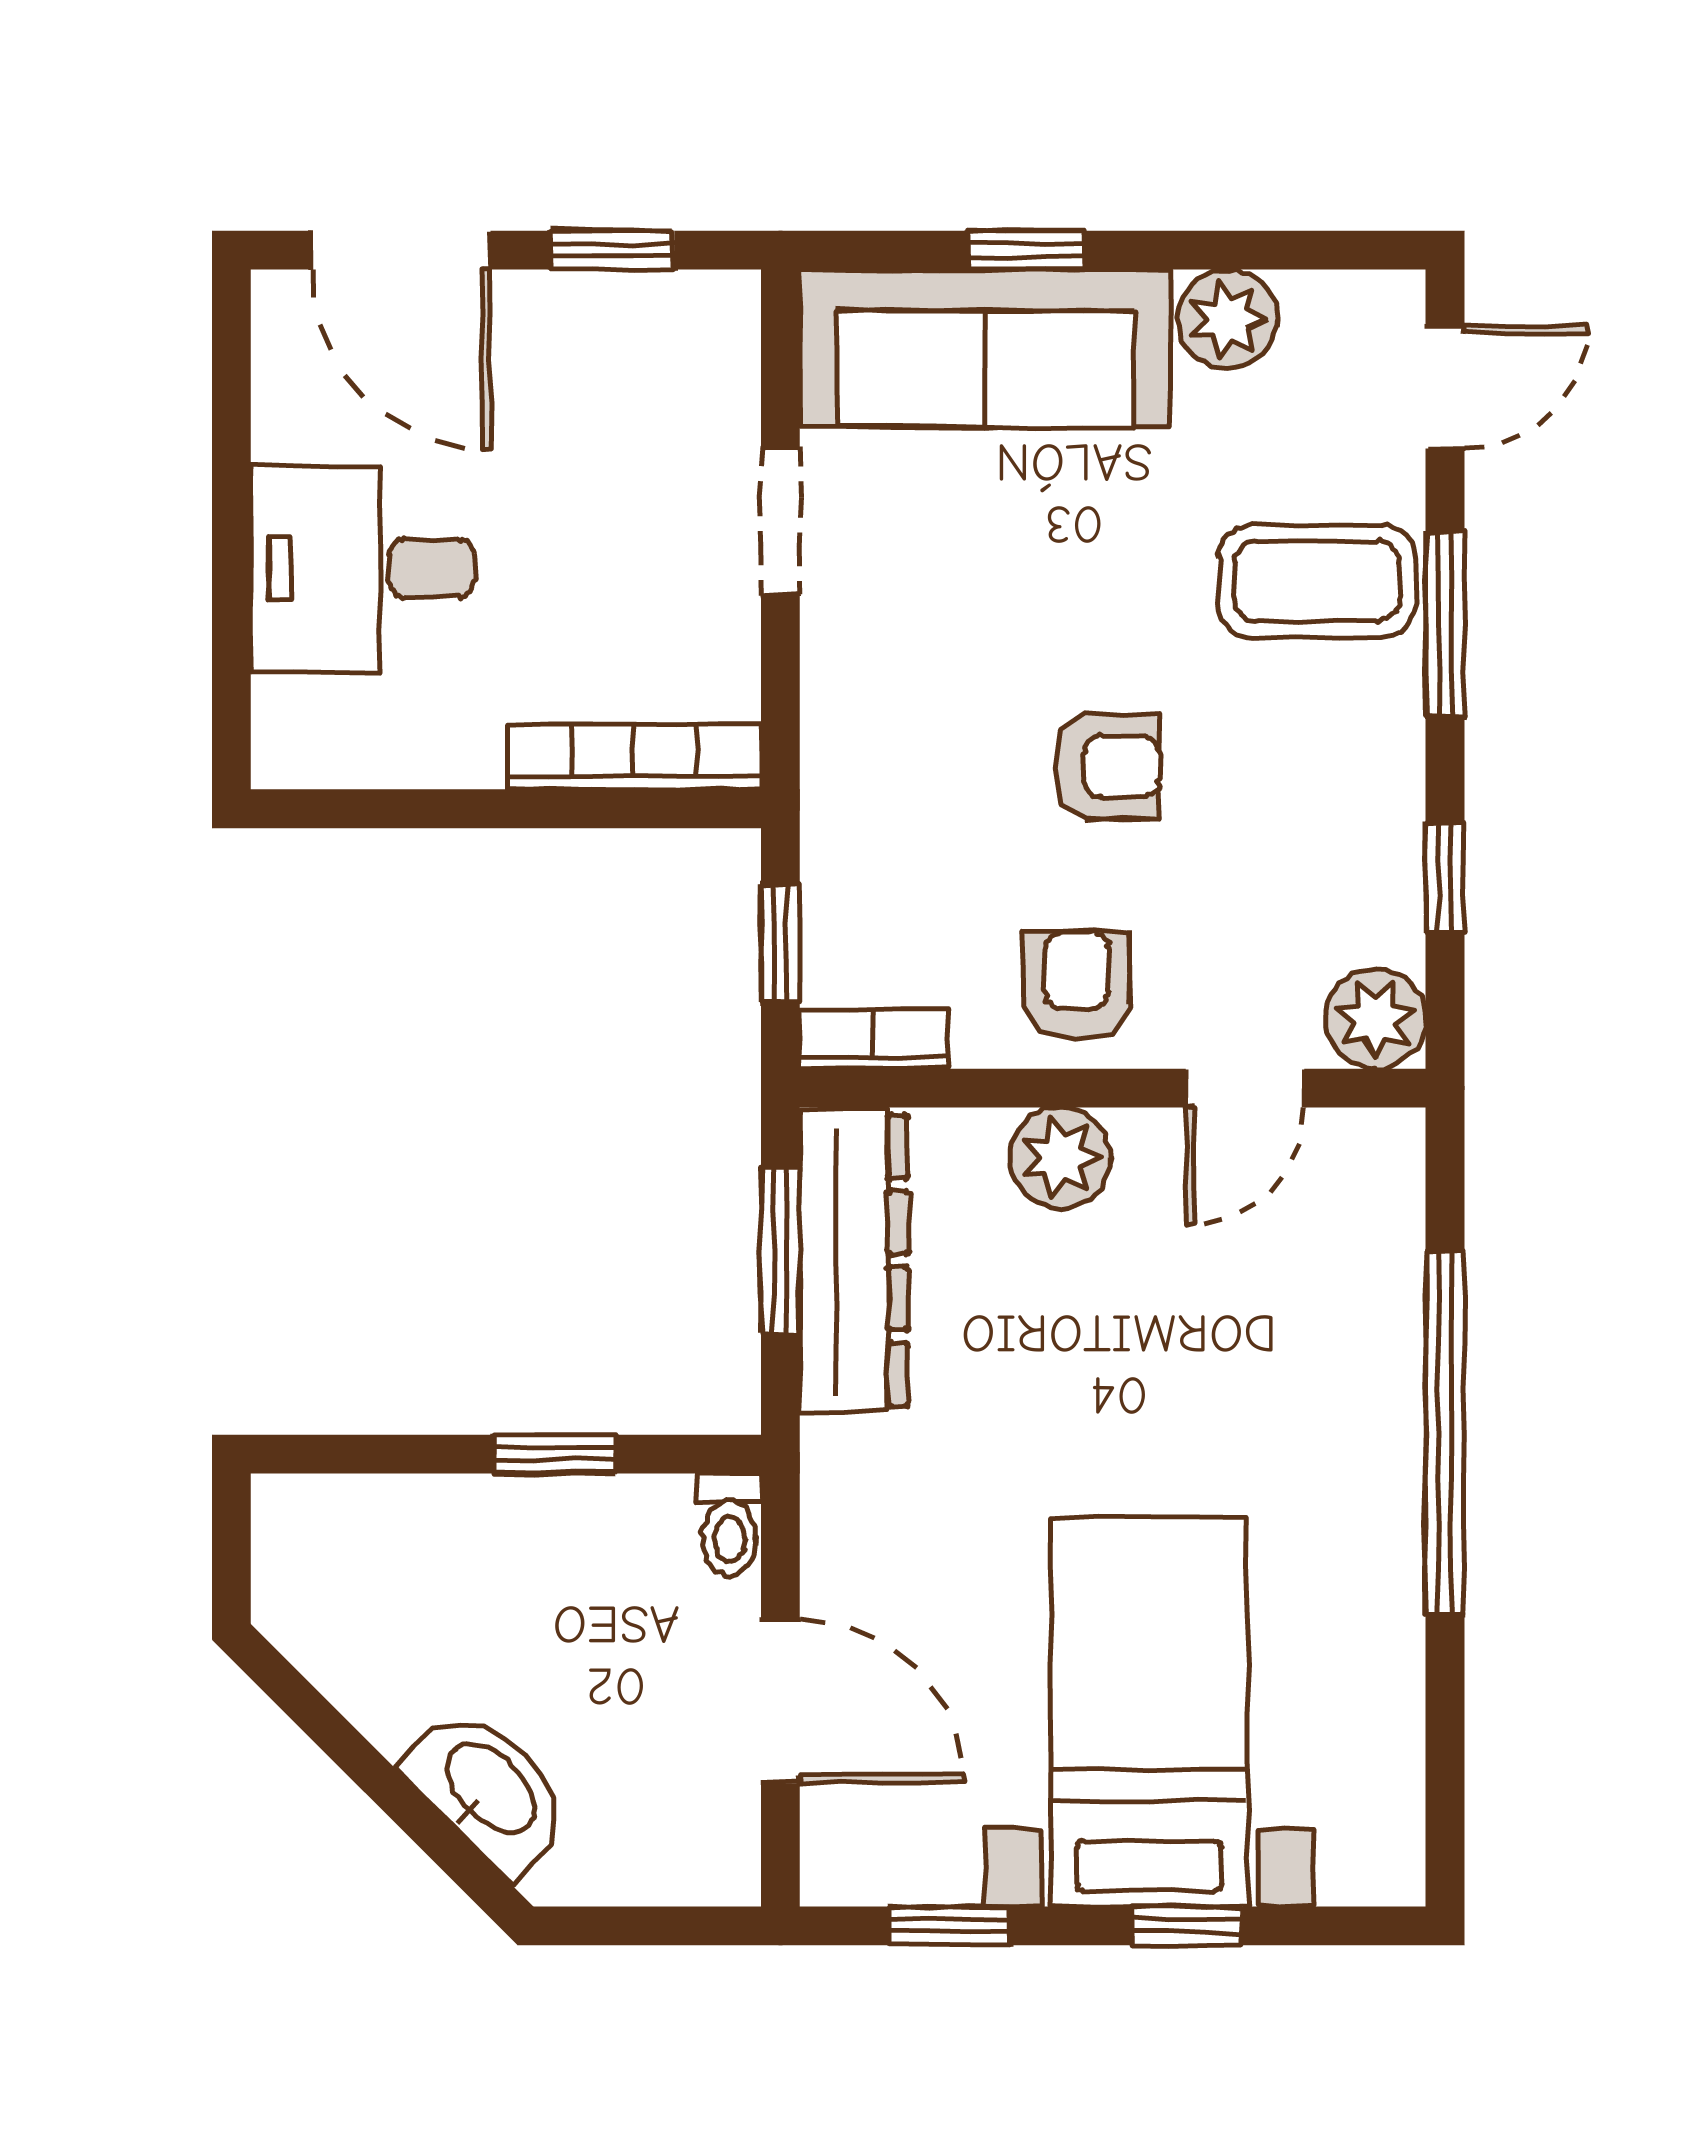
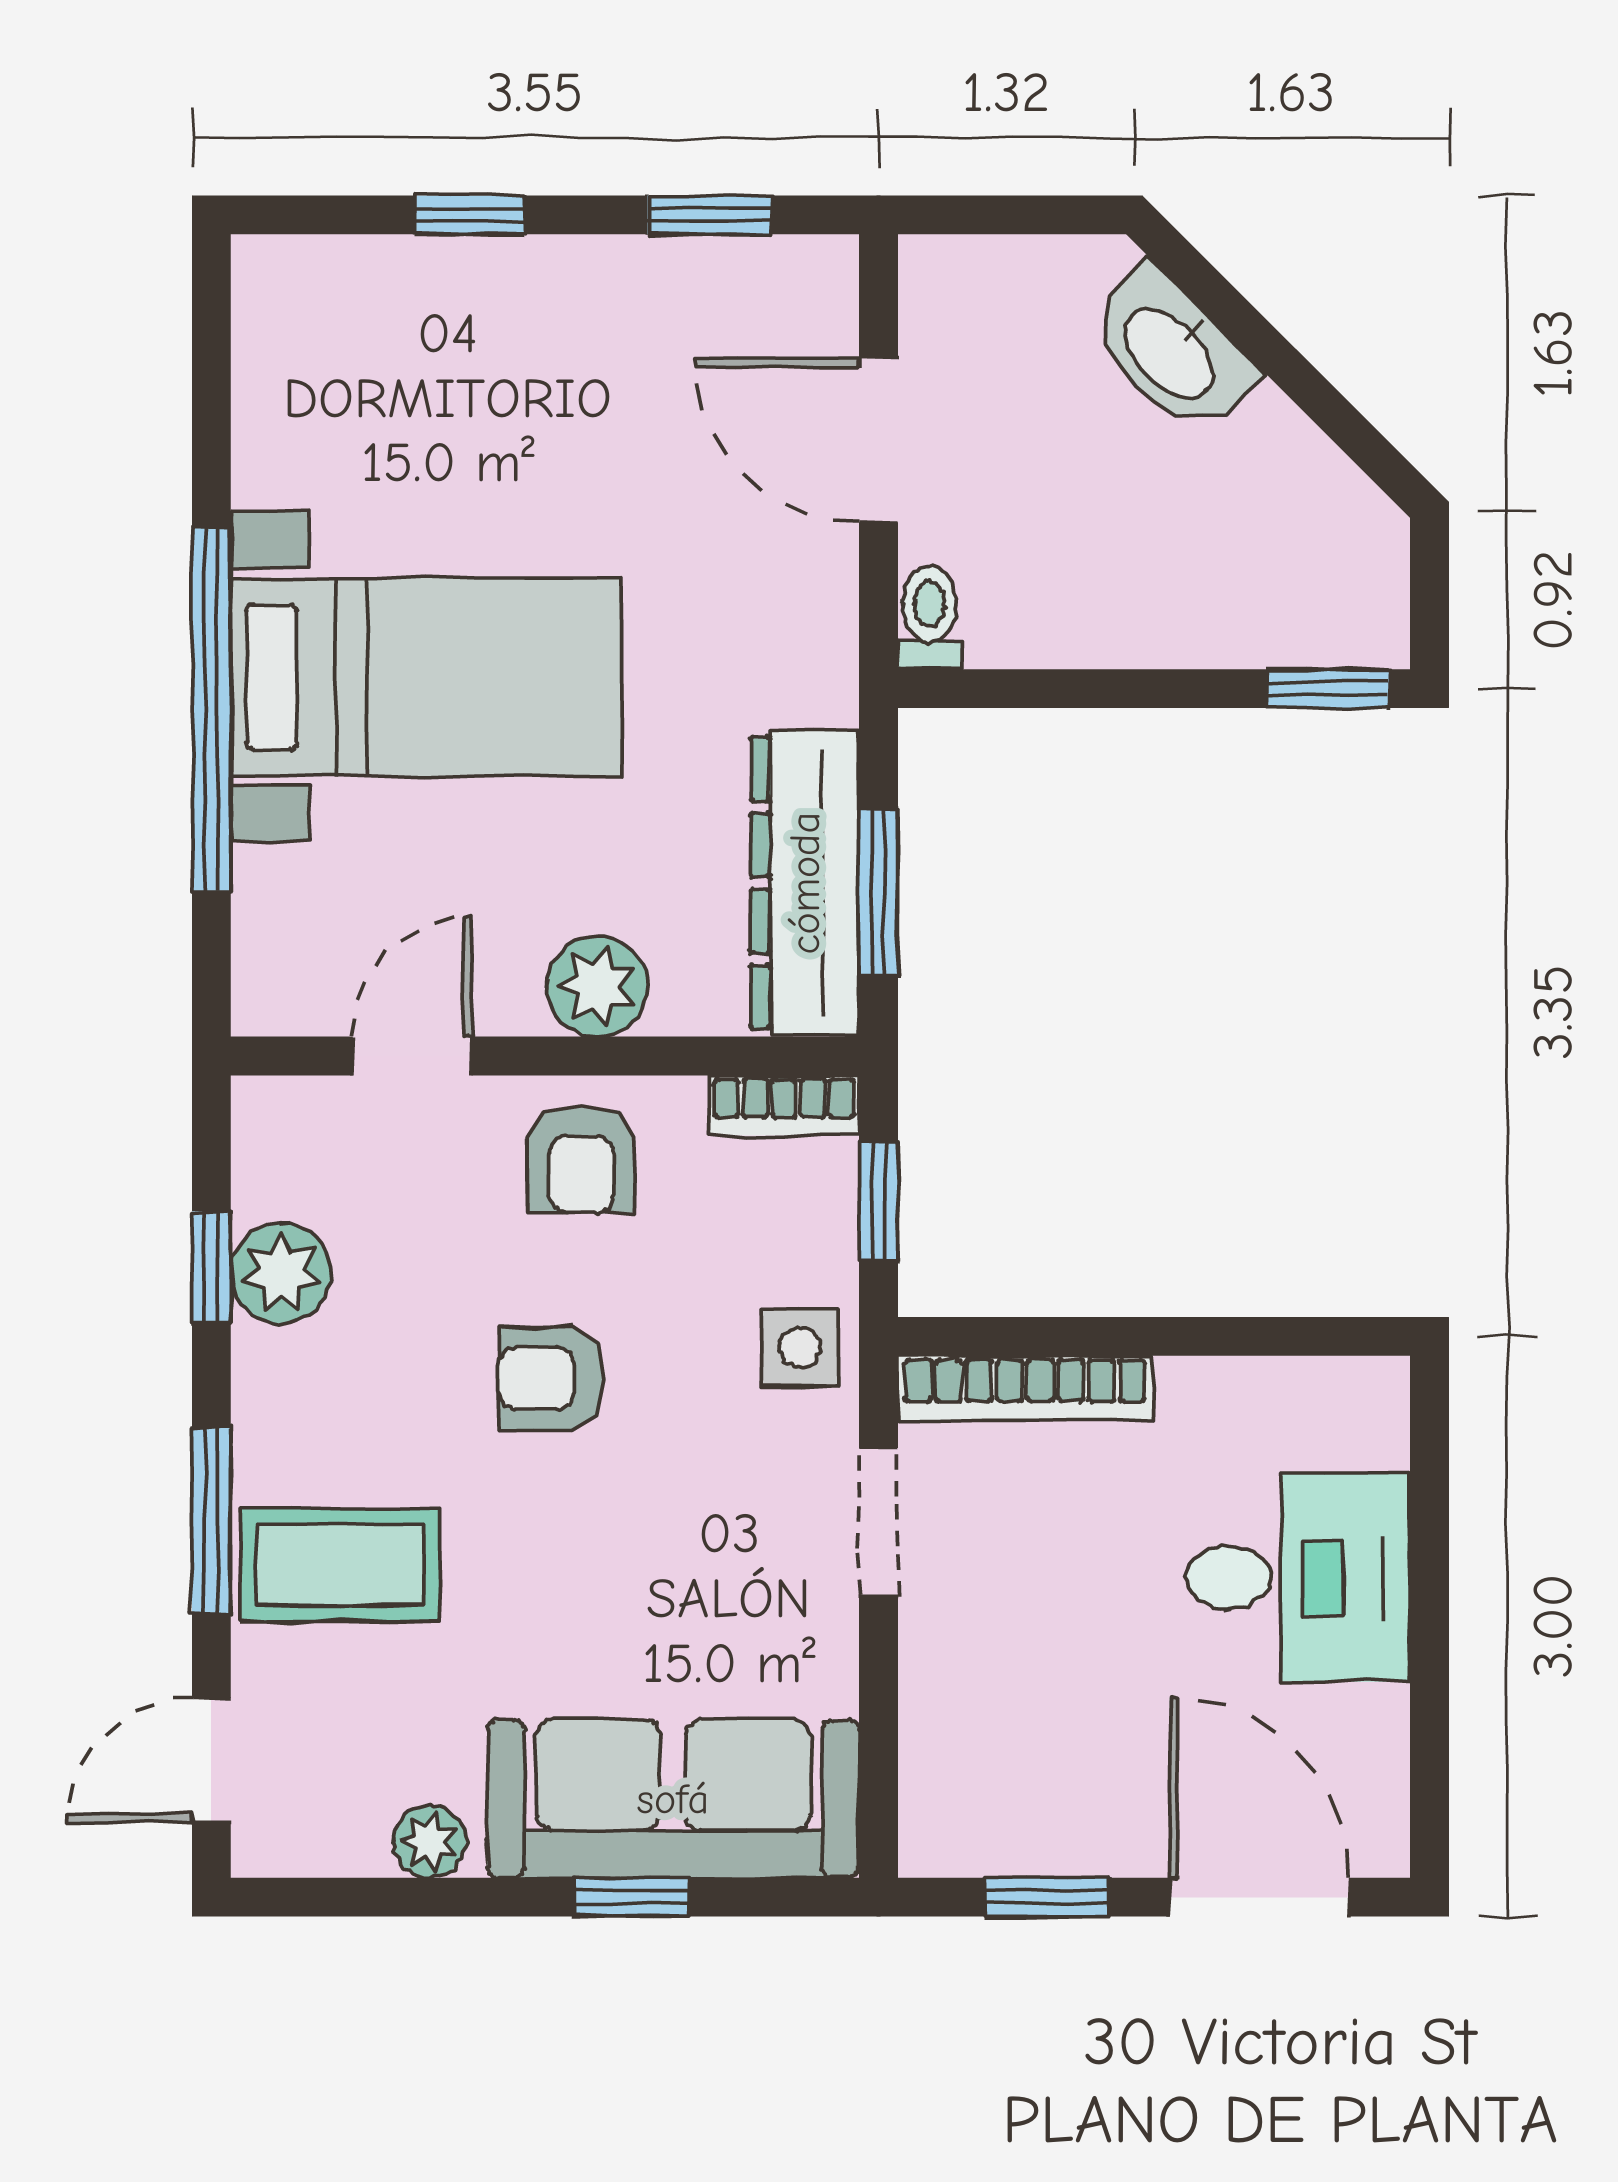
plant: (1228, 319) -> (430, 1842), width x0.73, depth x0.73
doorway: (780, 521) -> (878, 1522), moved
side table: (859, 798) -> (800, 1347), added
plant: (1376, 1019) -> (281, 1274), moved
window: (555, 1454) -> (1328, 689), moved
bed with nightstands: (1149, 1712) -> (426, 677), moved, turned -90

